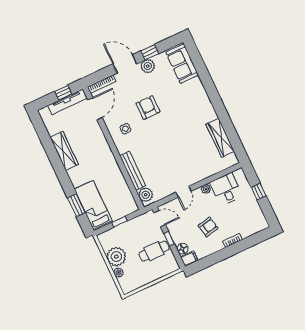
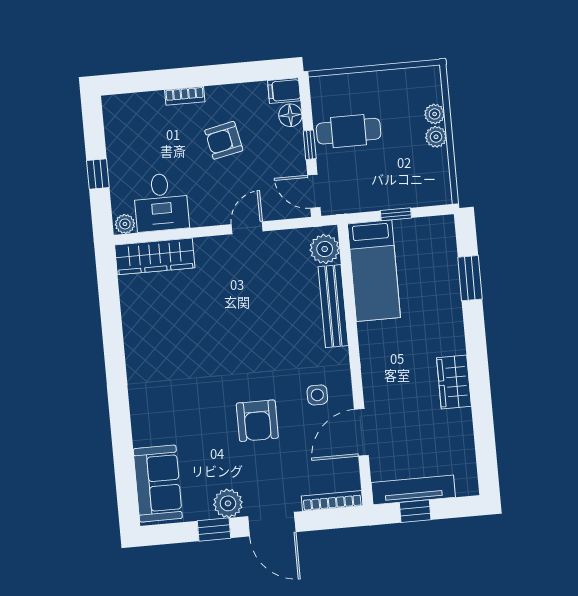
door: (95, 109) -> (361, 432), moved
wardrobe: (220, 138) -> (155, 256), moved, turned 90
wardrobe: (64, 151) -> (454, 382), width x0.67
plant: (206, 189) -> (125, 224), moved
bed: (93, 206) -> (374, 271), moved
plant: (116, 257) -> (436, 137), width x0.53, depth x0.53

